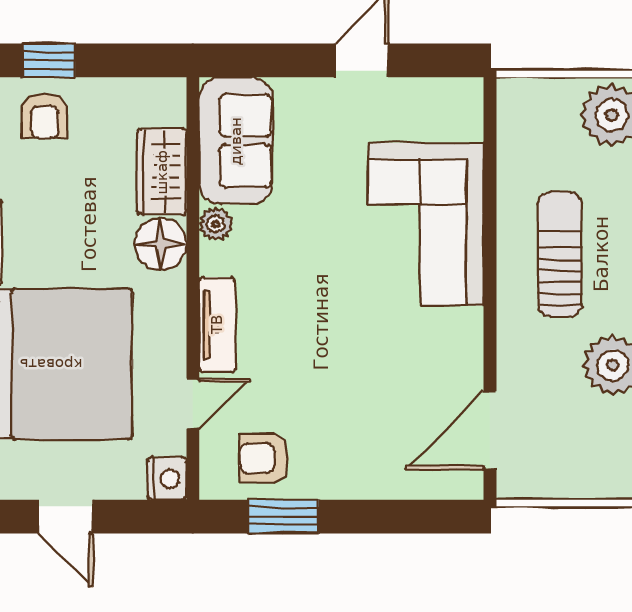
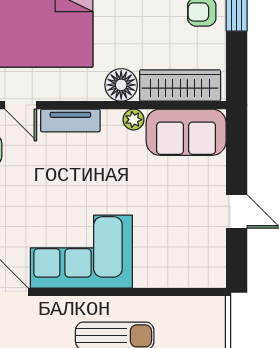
wardrobe: (162, 172) -> (180, 86), width x1.50
corner sofa: (426, 224) -> (81, 252), moved

